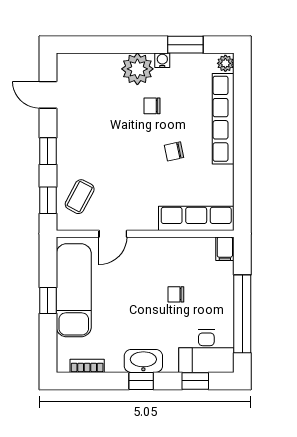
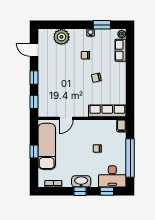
plant: (137, 69) -> (61, 37), moved
row of seats: (223, 119) -> (121, 50), width x0.50
coffee table: (80, 197) -> (50, 100), removed

